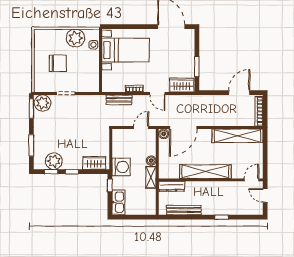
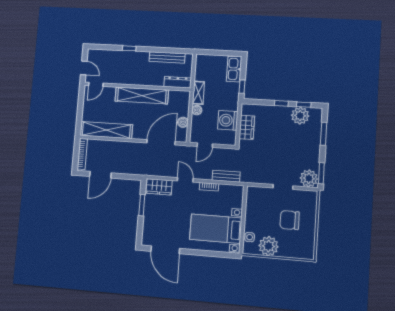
boiler: (164, 134) -> (183, 122), moved
wardrobe: (94, 163) -> (247, 127), moved, turned -90
washing machine: (121, 167) -> (228, 120), moved

